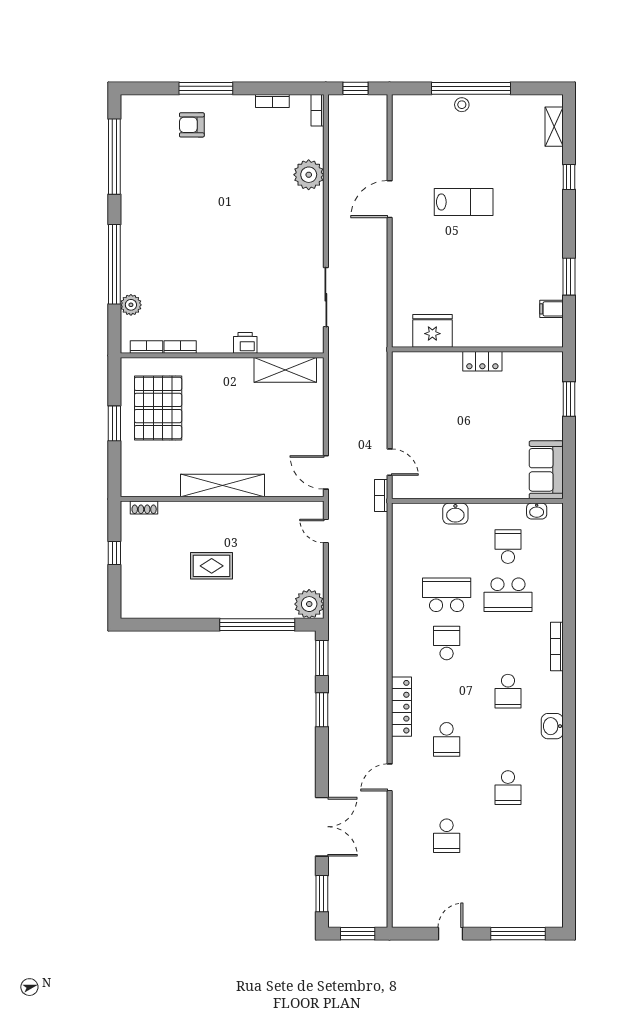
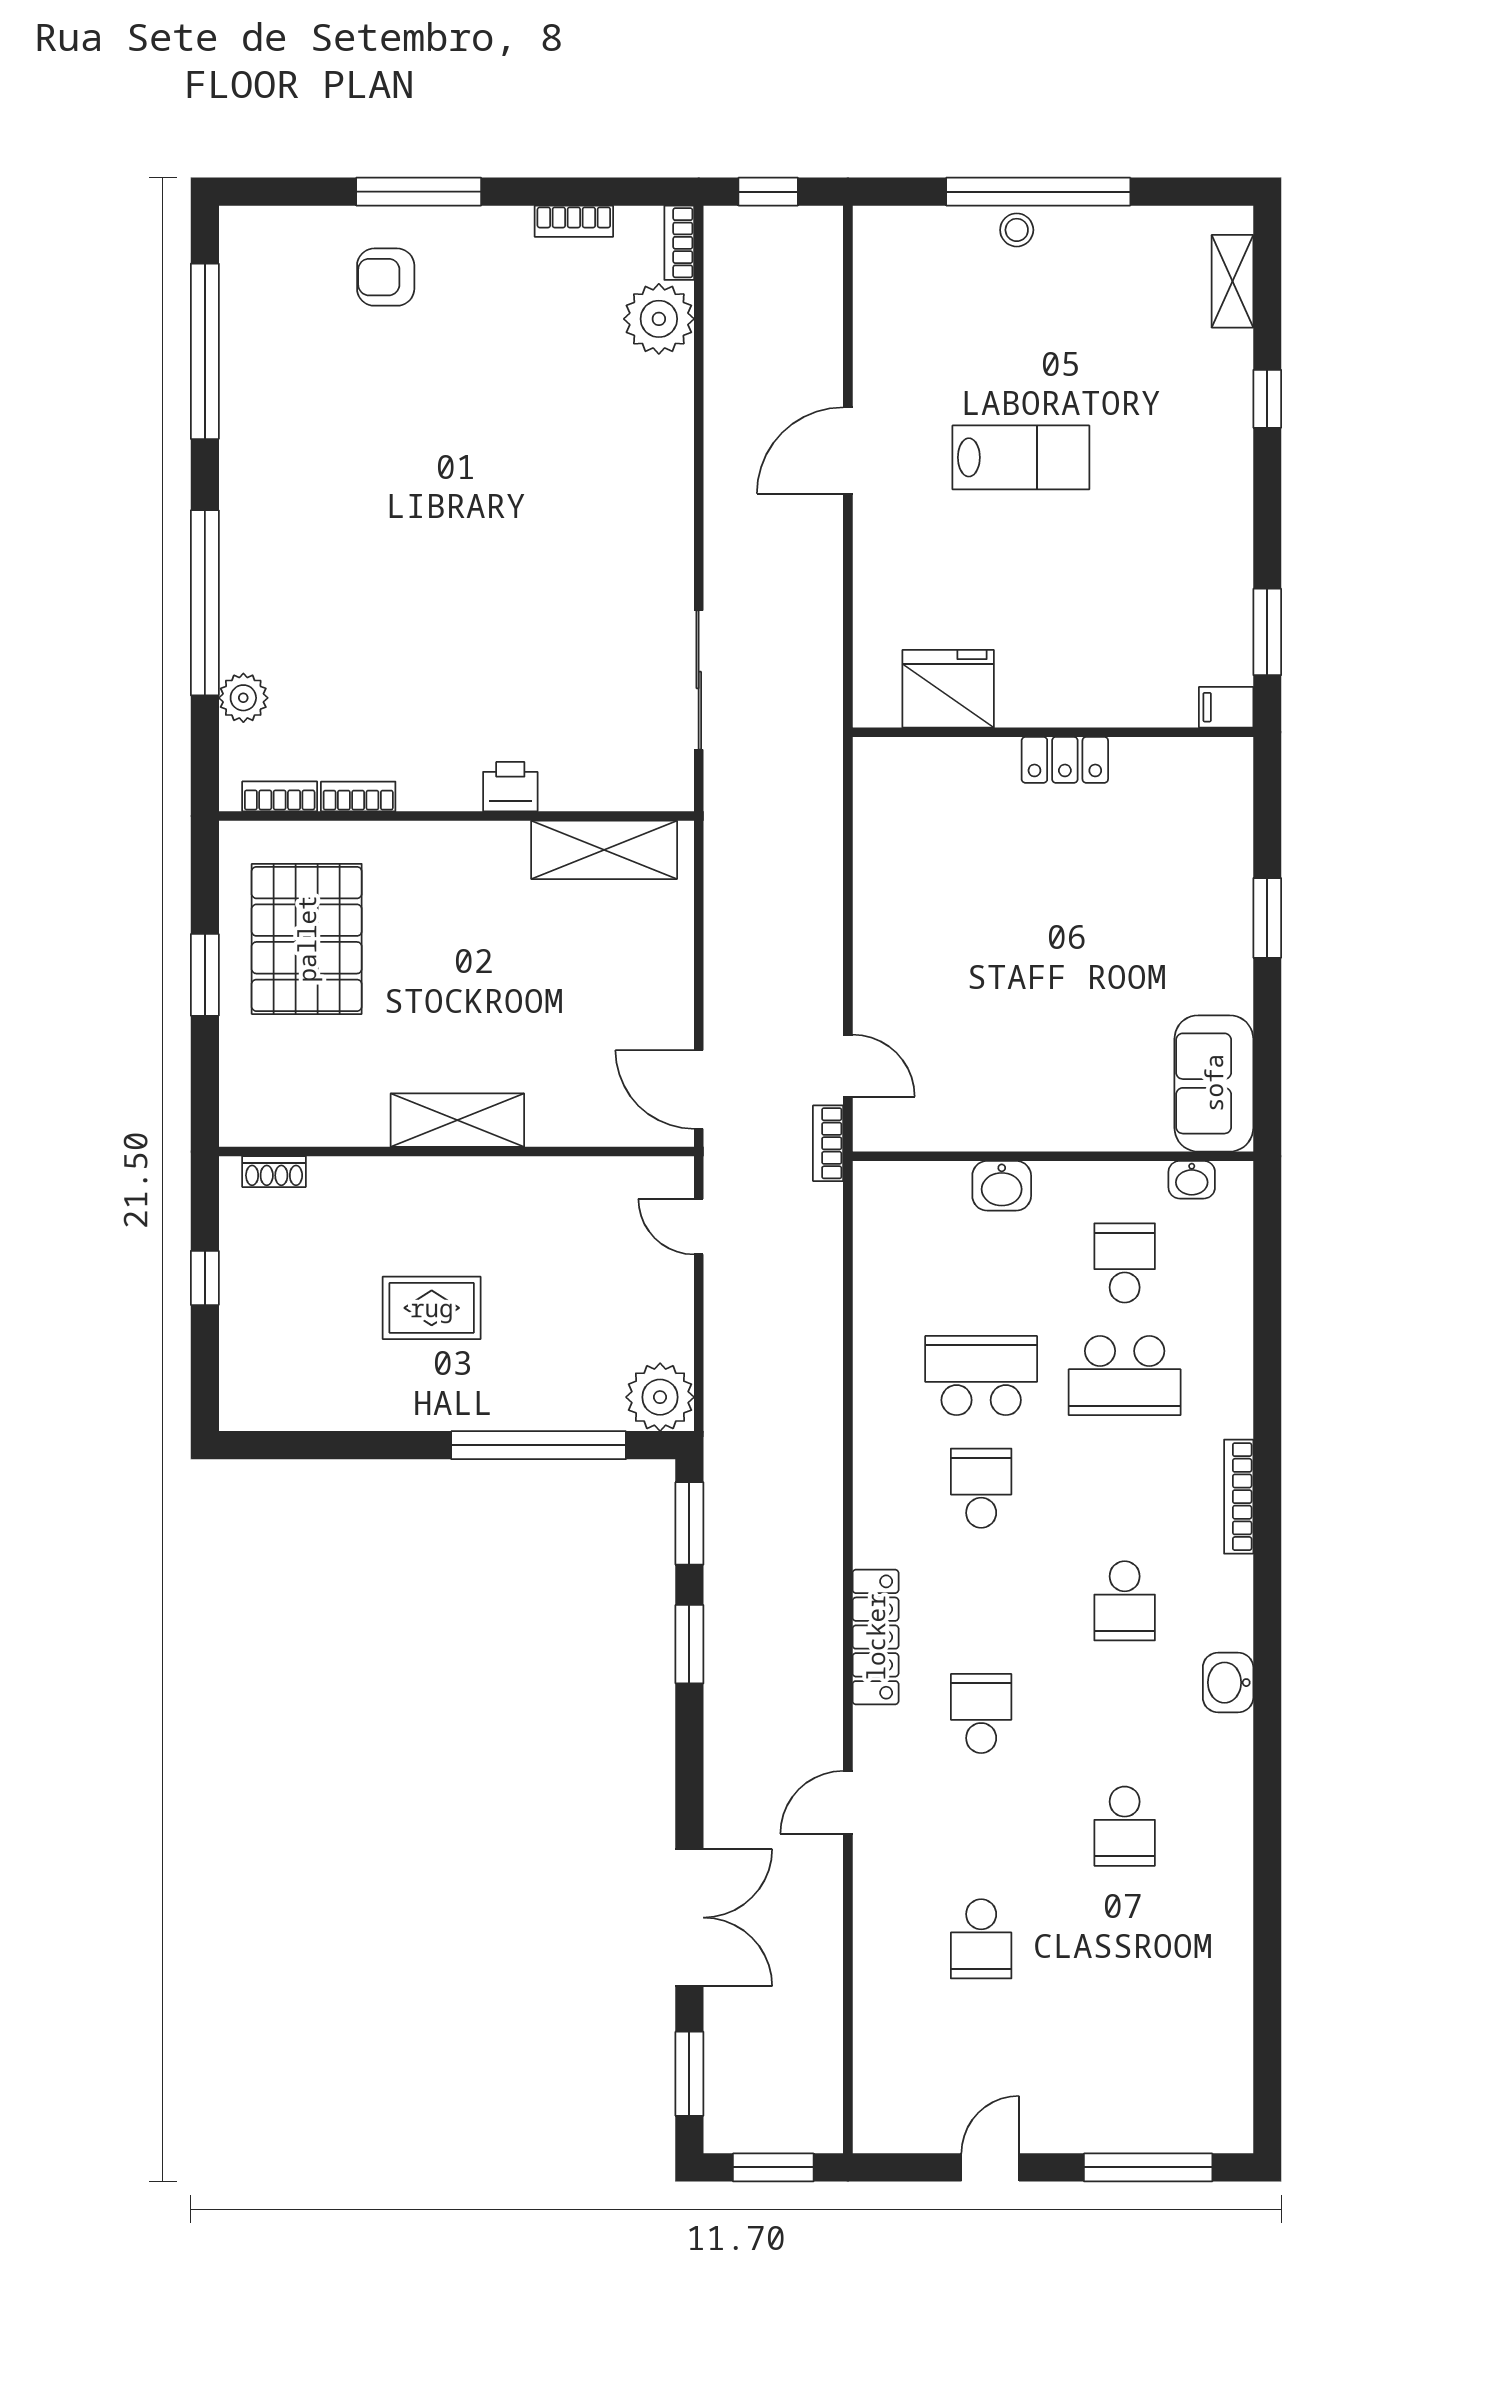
plant: (309, 175) -> (659, 319), moved
fridge: (432, 331) -> (948, 689), moved
wall: (477, 349) -> (1053, 732), moved
locker: (482, 361) -> (1065, 760), moved
shelving: (223, 486) -> (457, 1120), width x0.68
school desk: (447, 739) -> (981, 1714), turned 180

